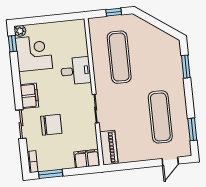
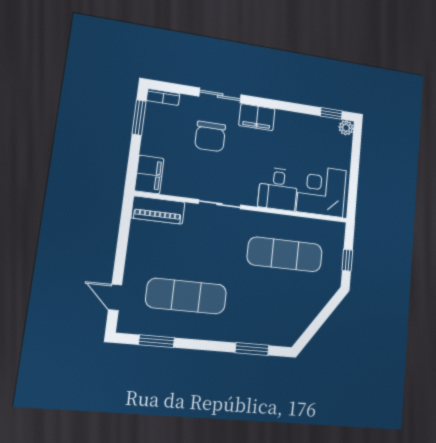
corner desk: (34, 53) -> (321, 191), moved, turned 180

